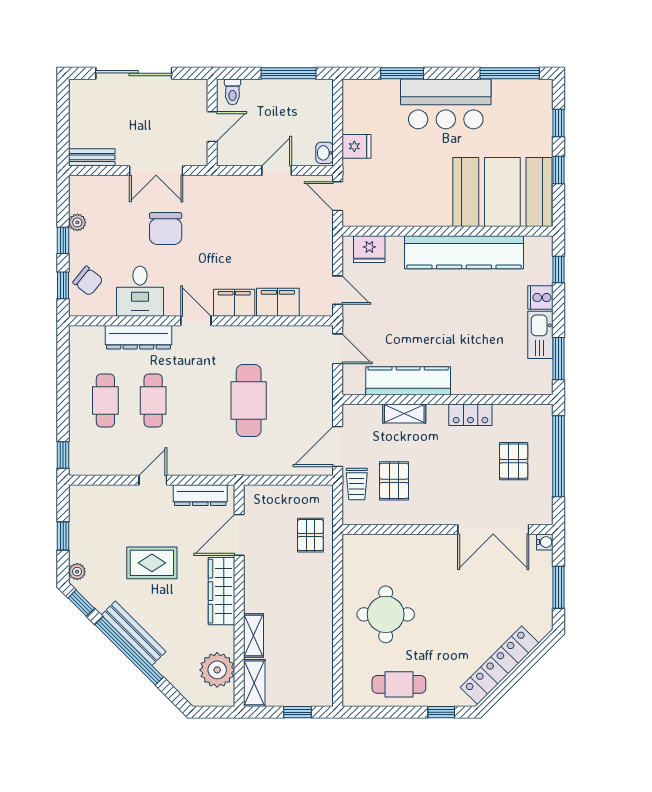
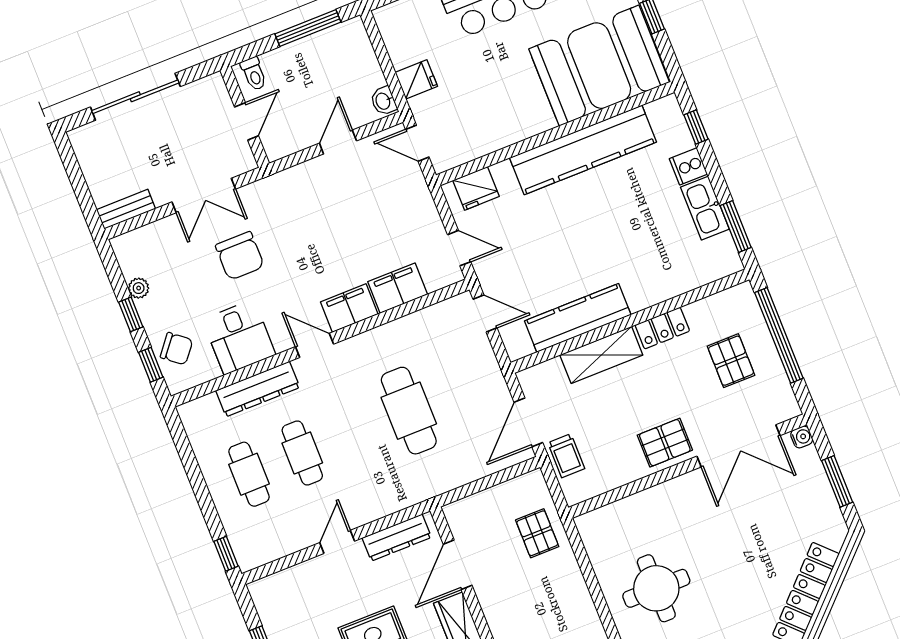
shelving: (404, 414) -> (601, 355), width x1.50, depth x1.33
pallet: (394, 481) -> (665, 443), moved, turned 90

